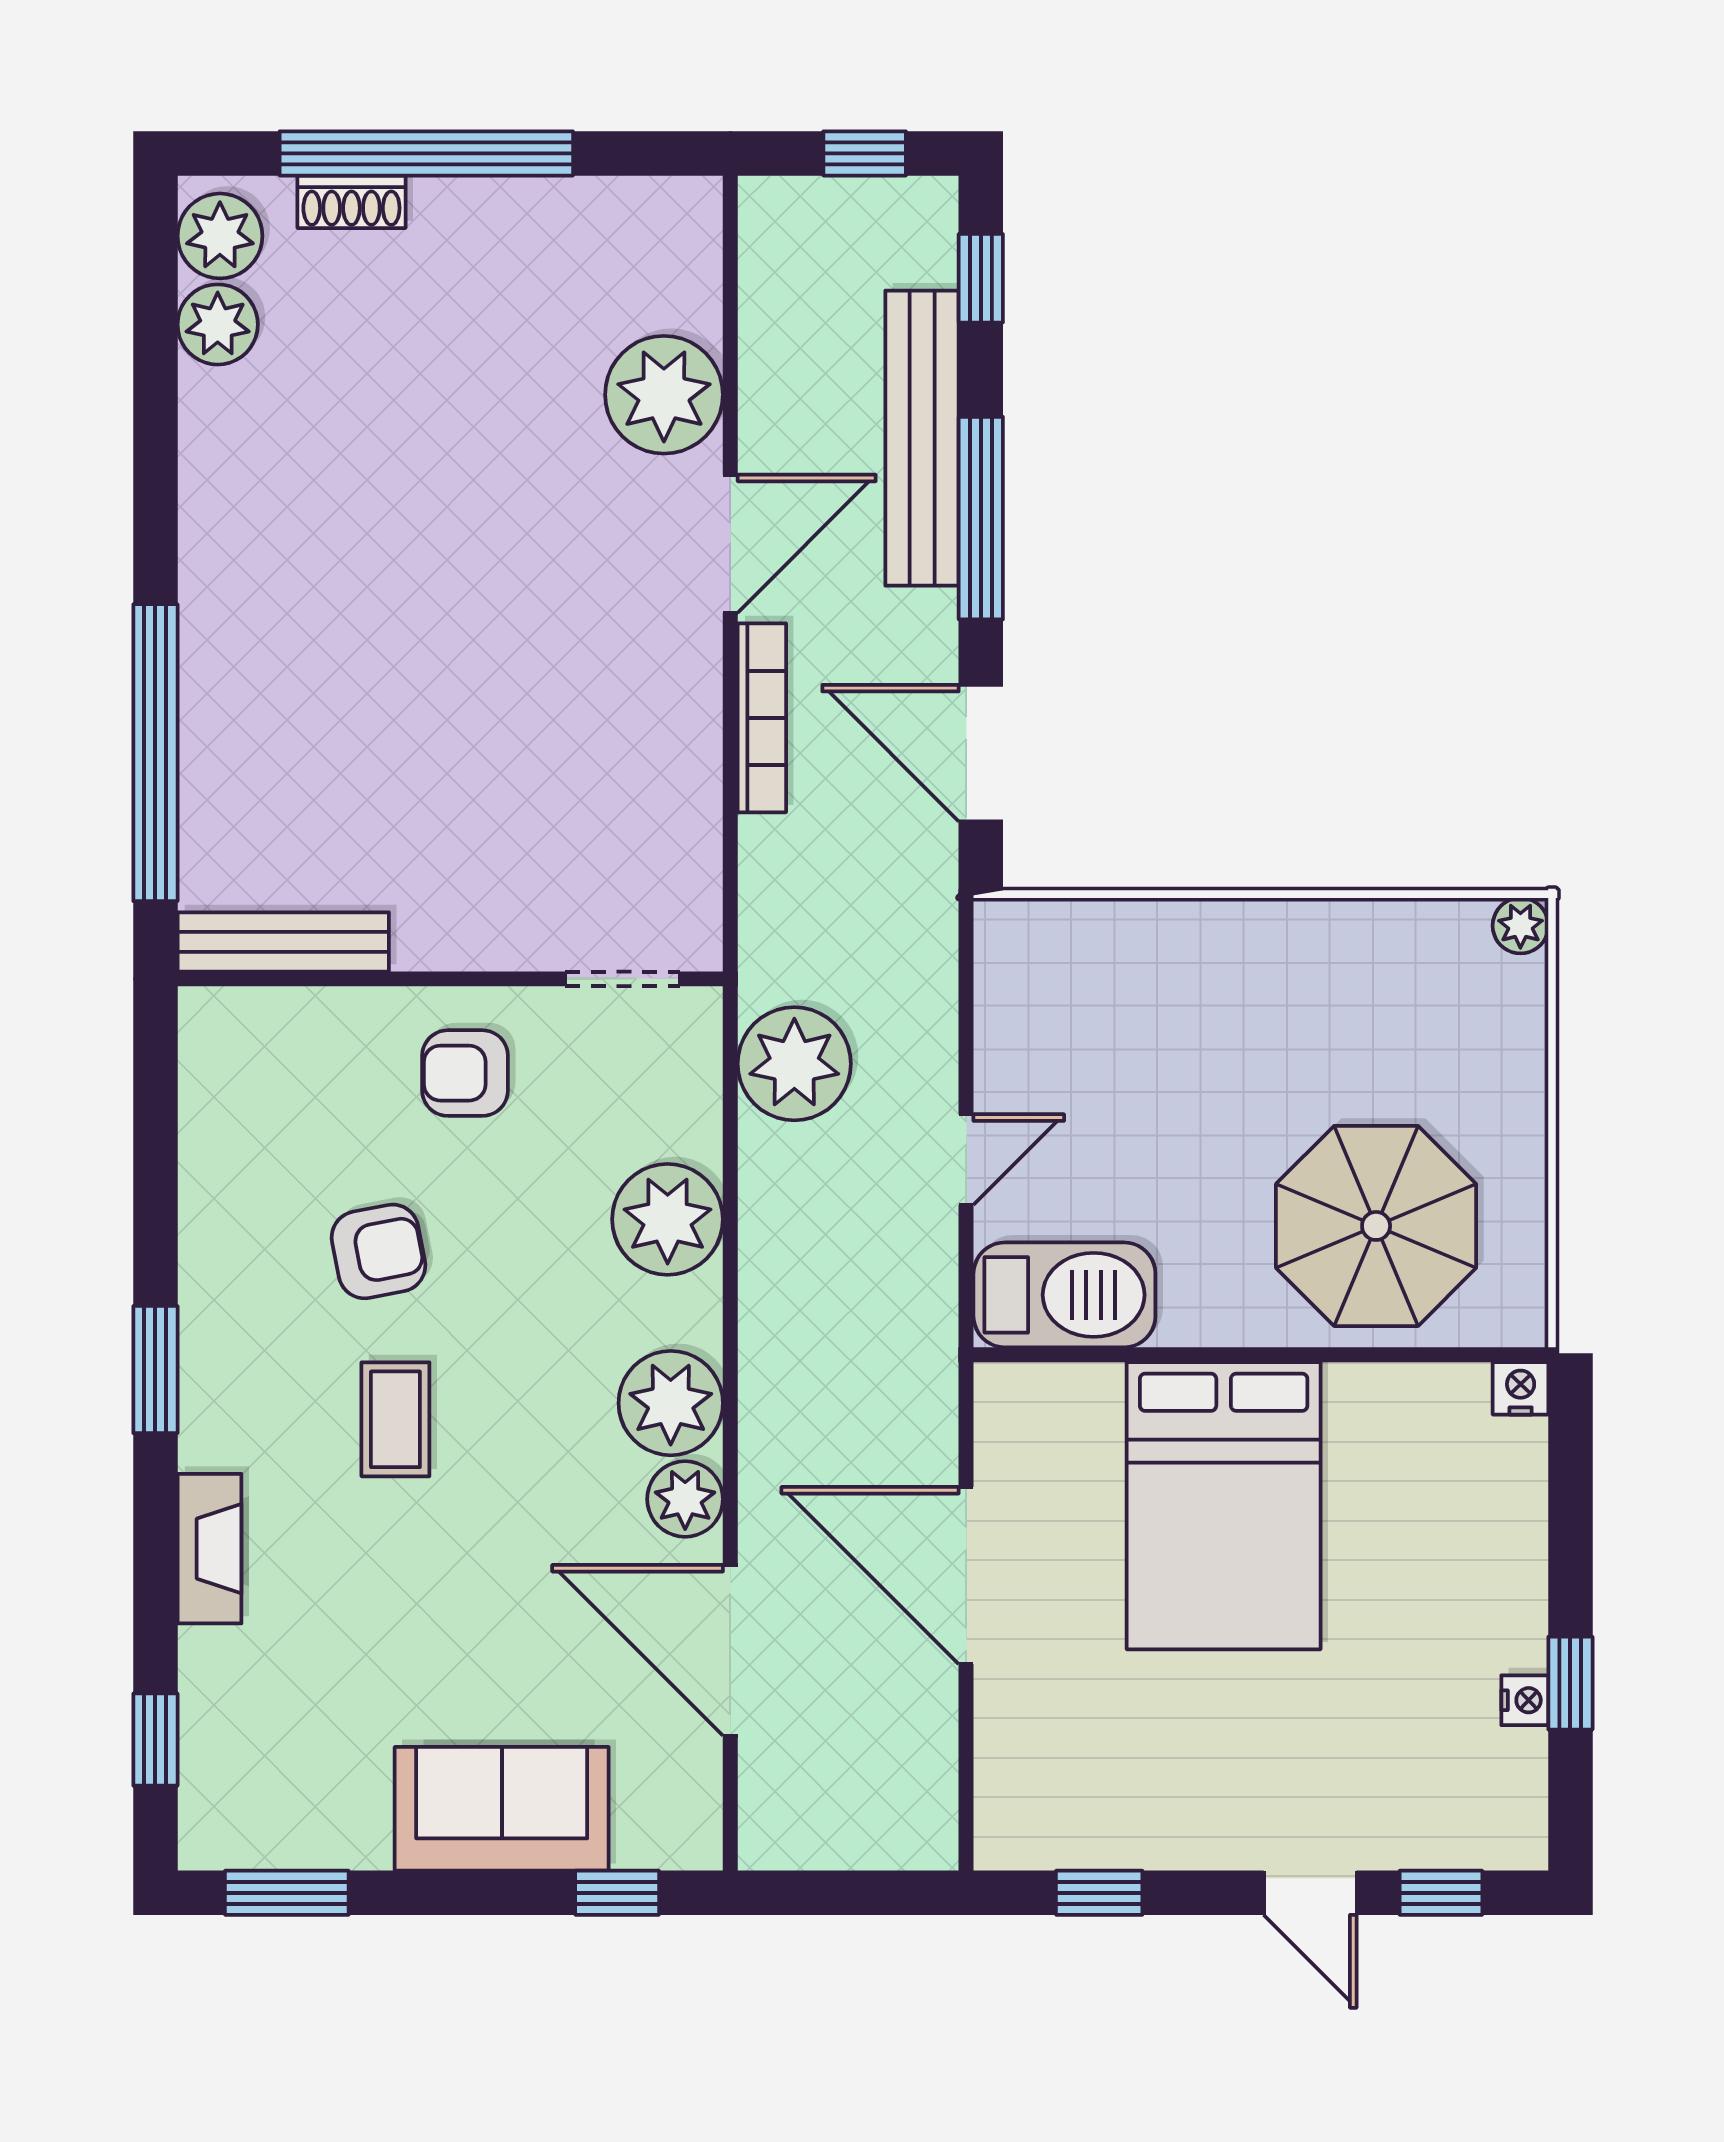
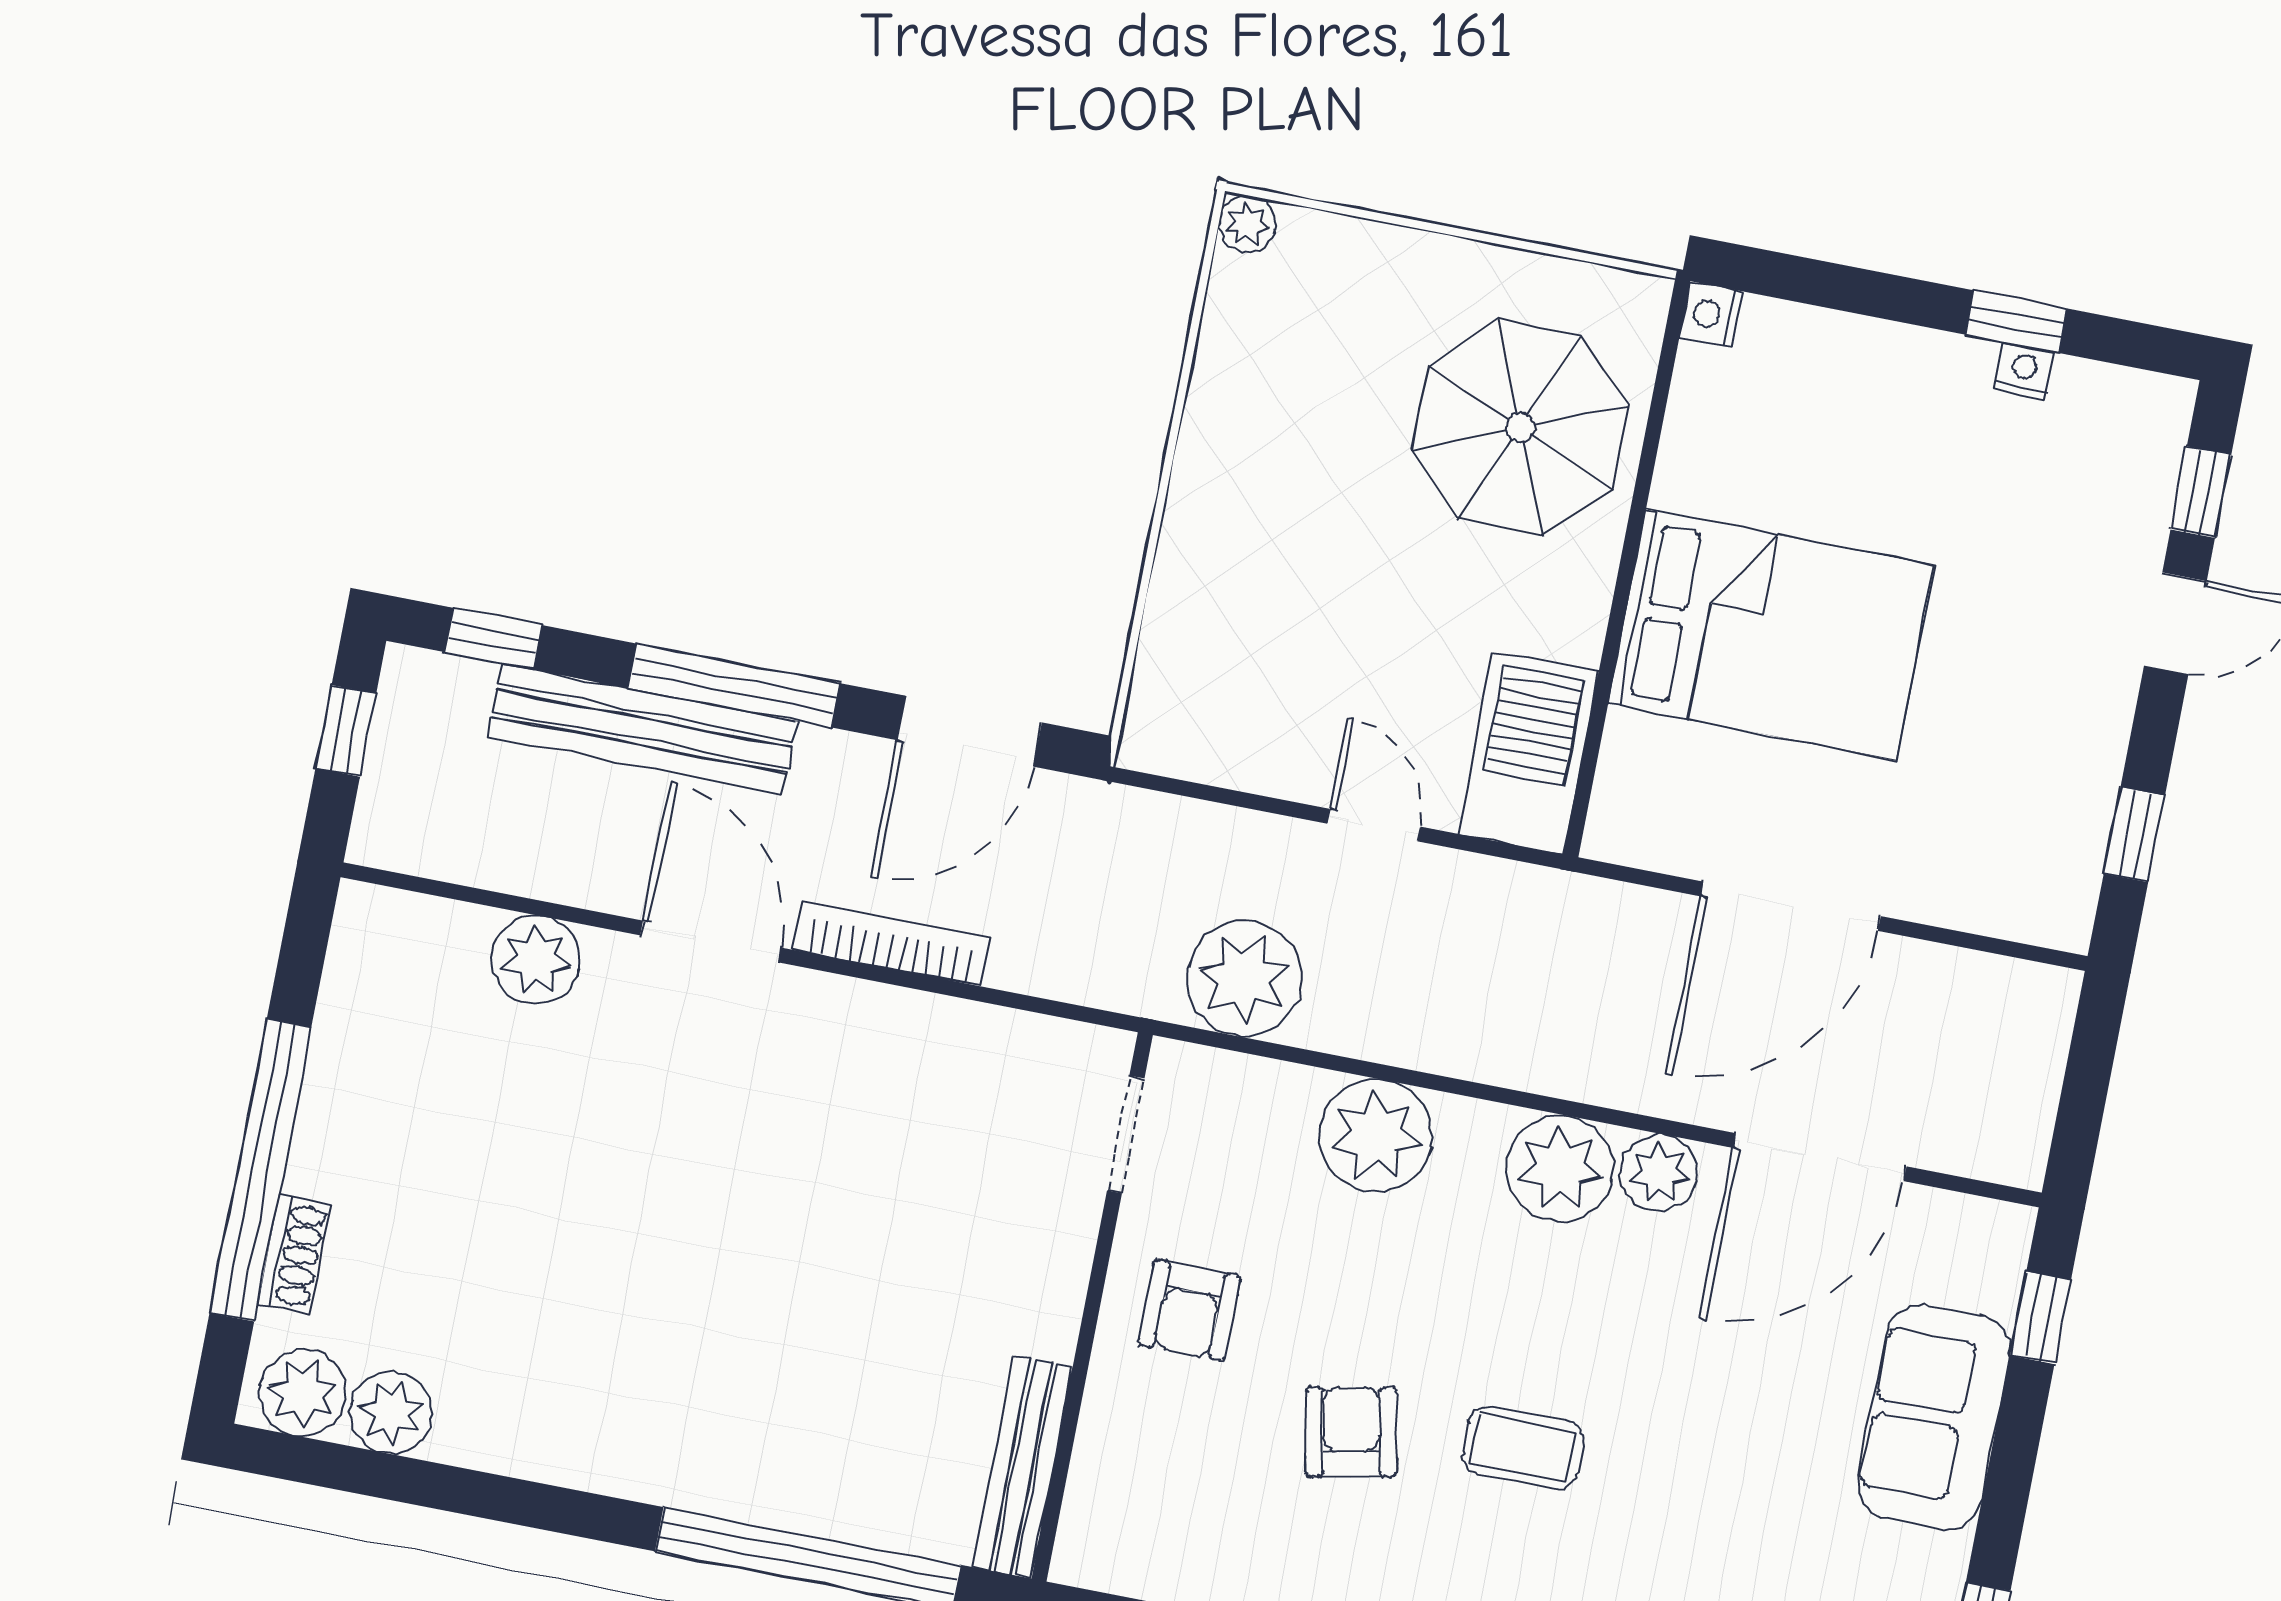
plant: (664, 395) -> (536, 960), width x0.73, depth x0.73

